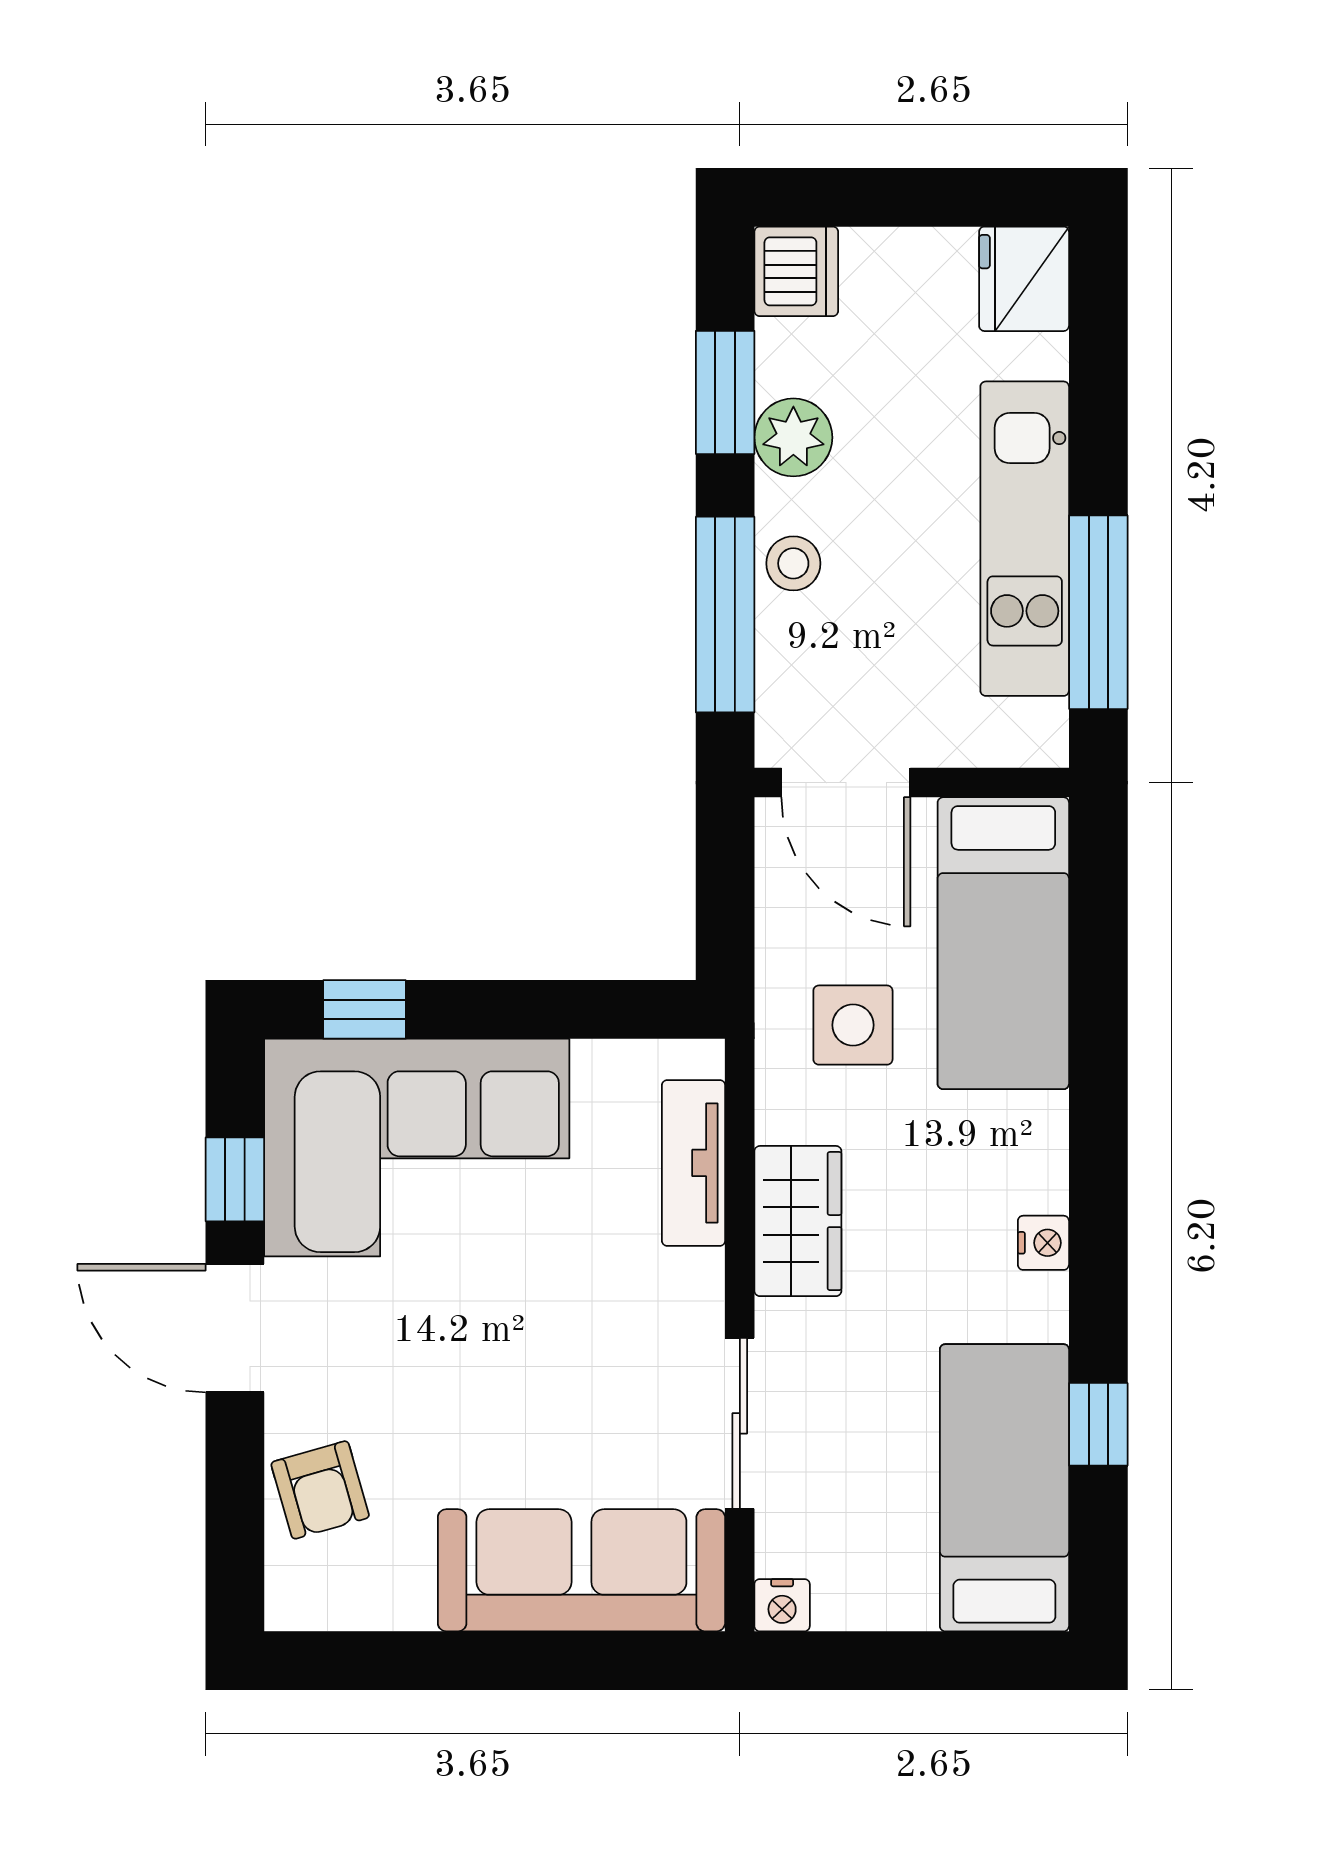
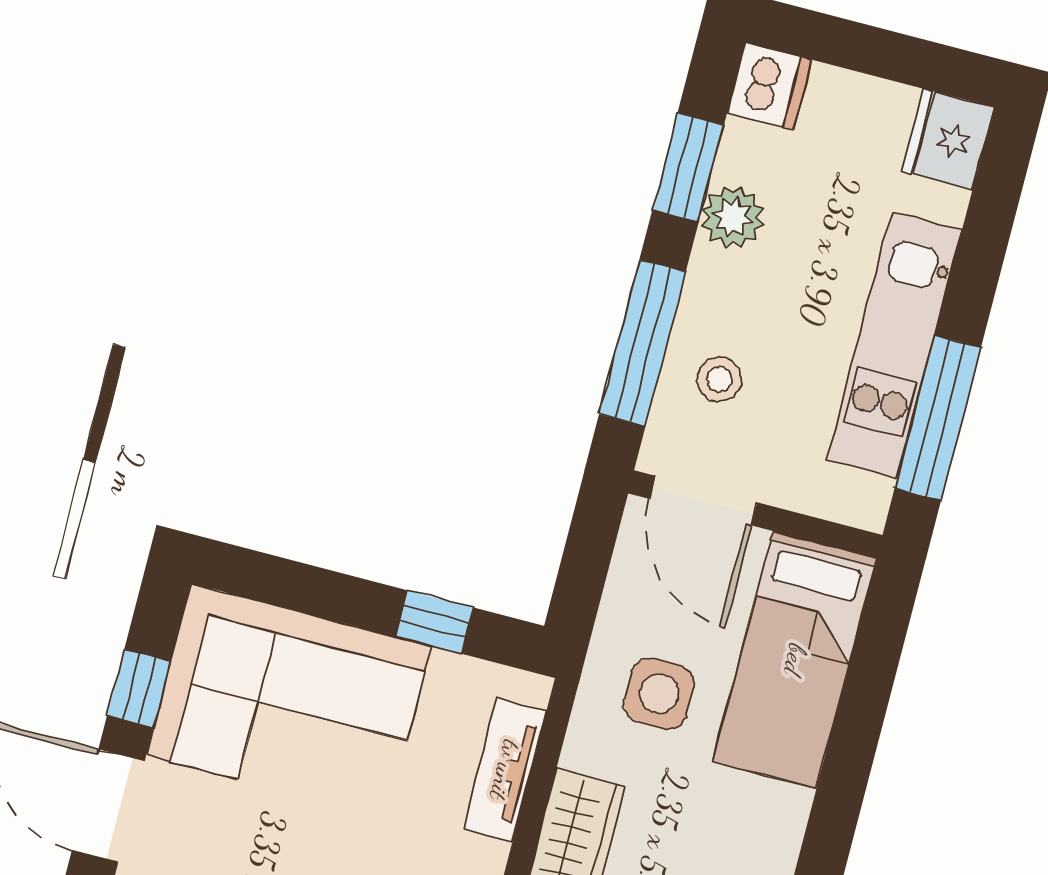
stool: (793, 563) -> (719, 379), moved
window: (365, 1009) -> (434, 622), moved

